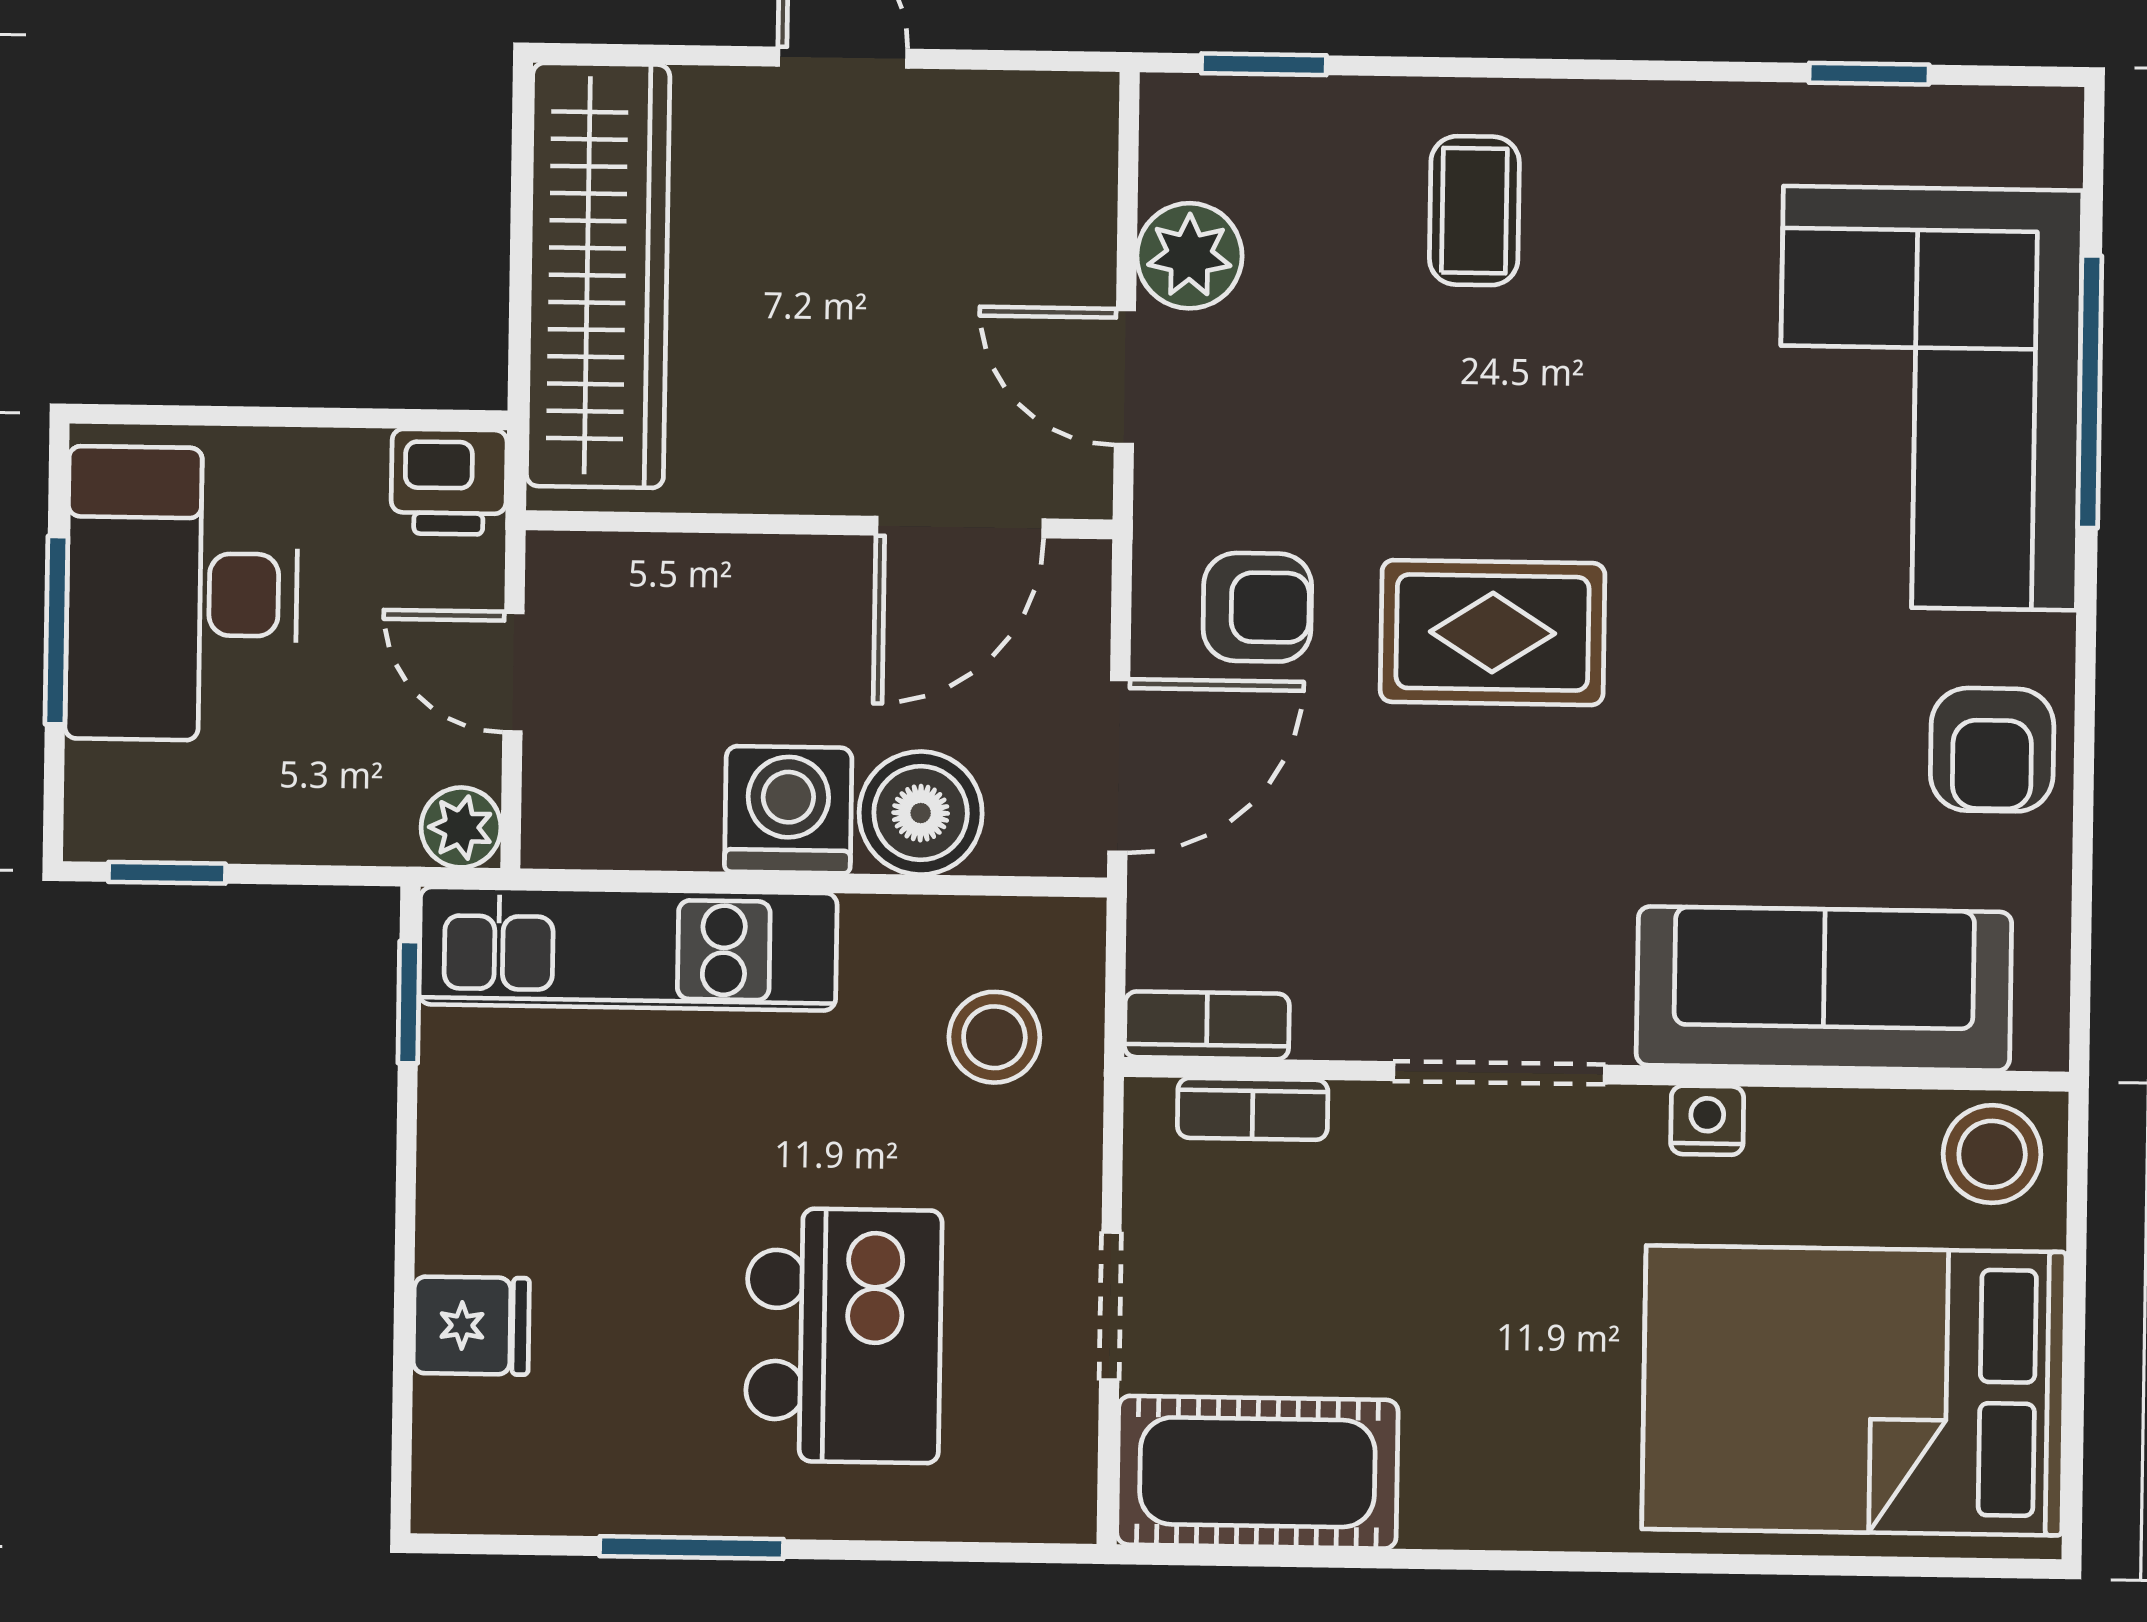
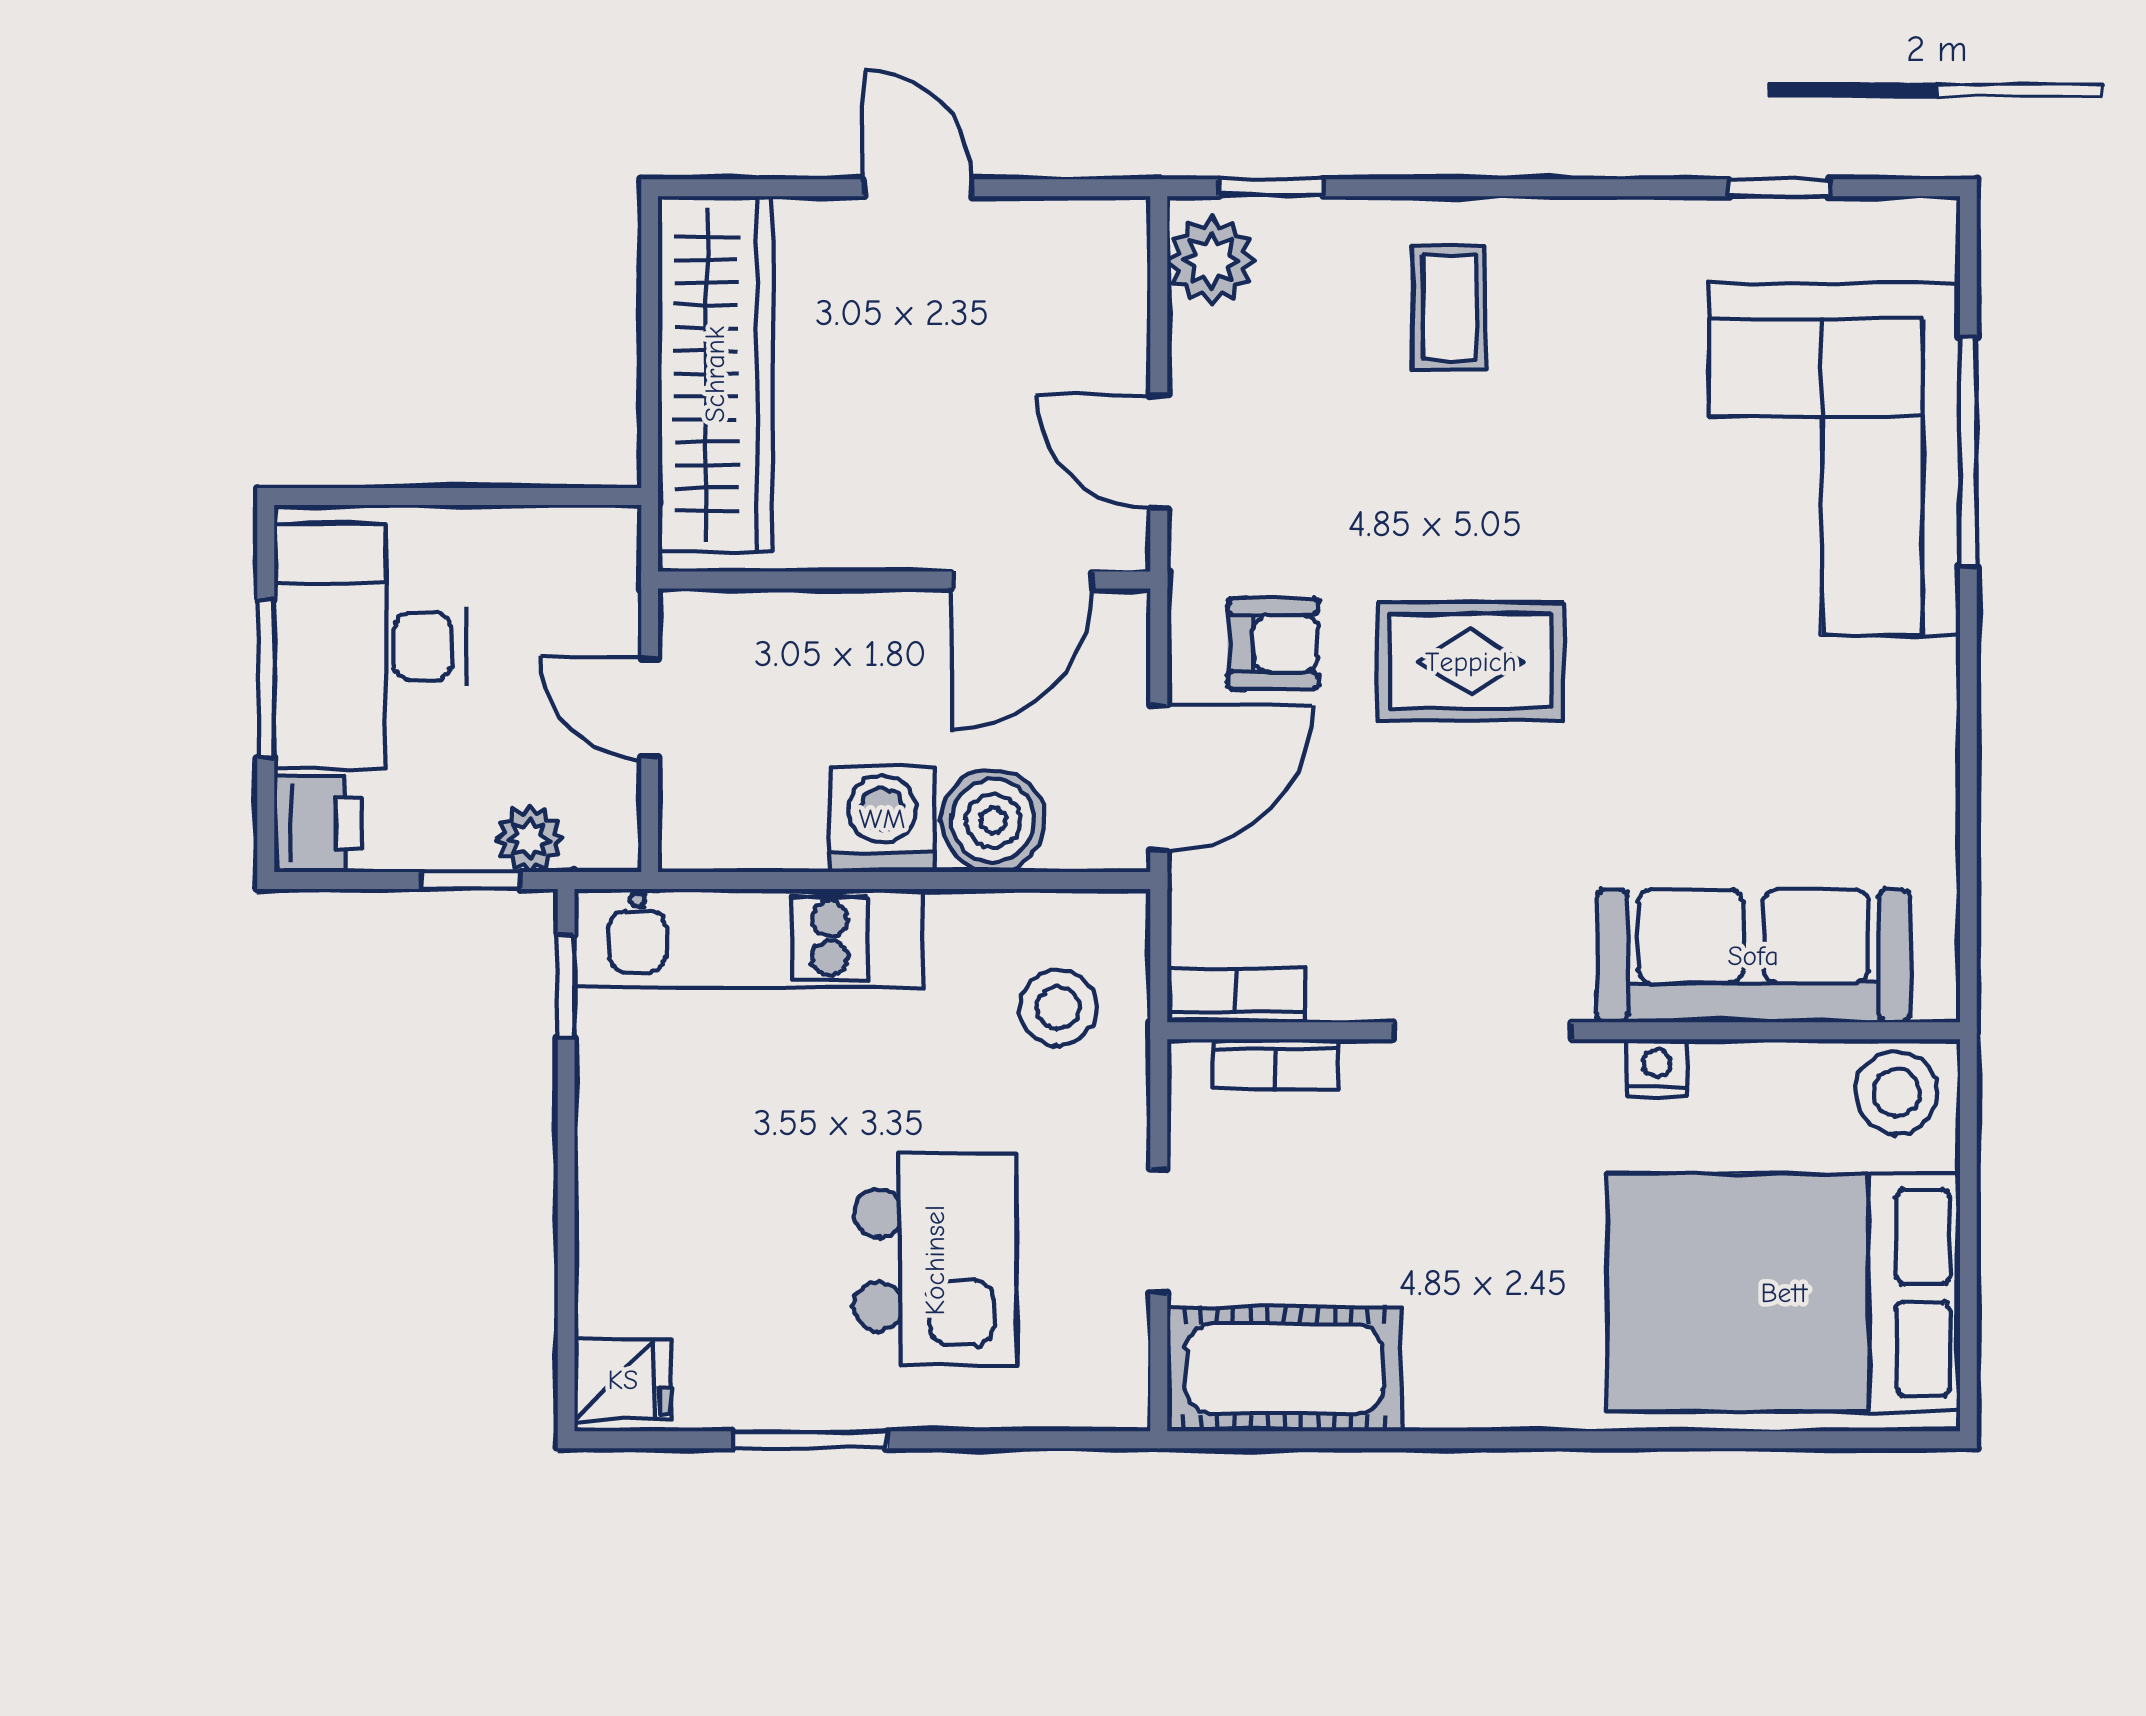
plant: (1189, 256) -> (1211, 261), moved
printer: (449, 482) -> (318, 824), moved, turned -90
armchair: (1992, 750) -> (1891, 753), removed
plant: (461, 827) -> (529, 839), moved
window: (167, 873) -> (471, 881), moved
fridge: (471, 1326) -> (623, 1380), moved

